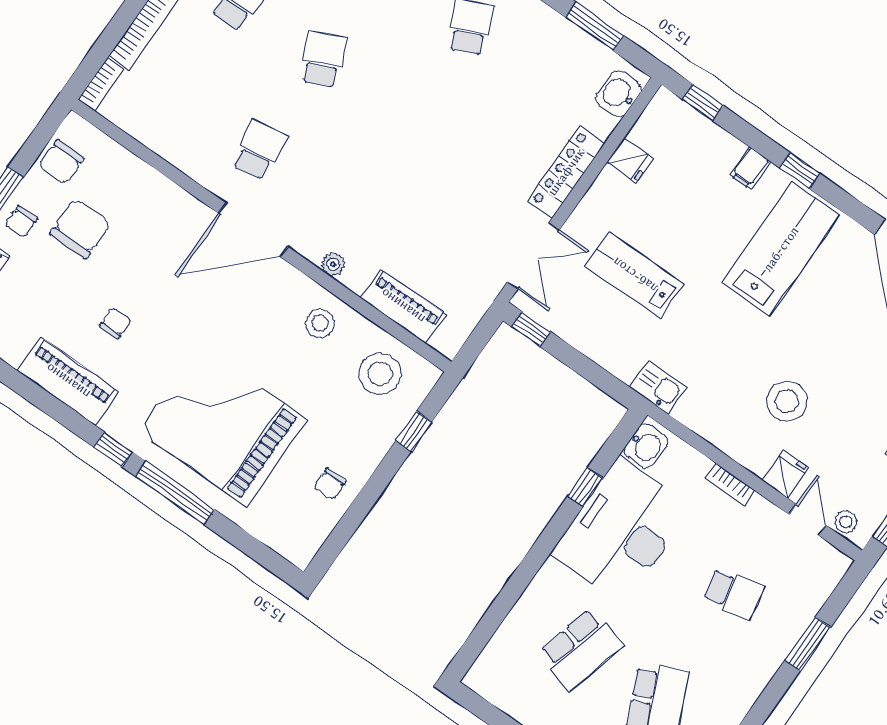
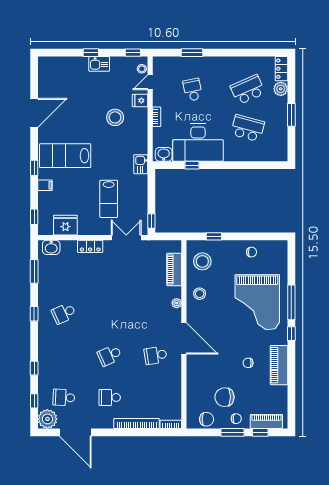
fridge: (630, 160) -> (65, 225), width x1.88, depth x1.34
locker: (566, 172) -> (90, 246), width x0.66

